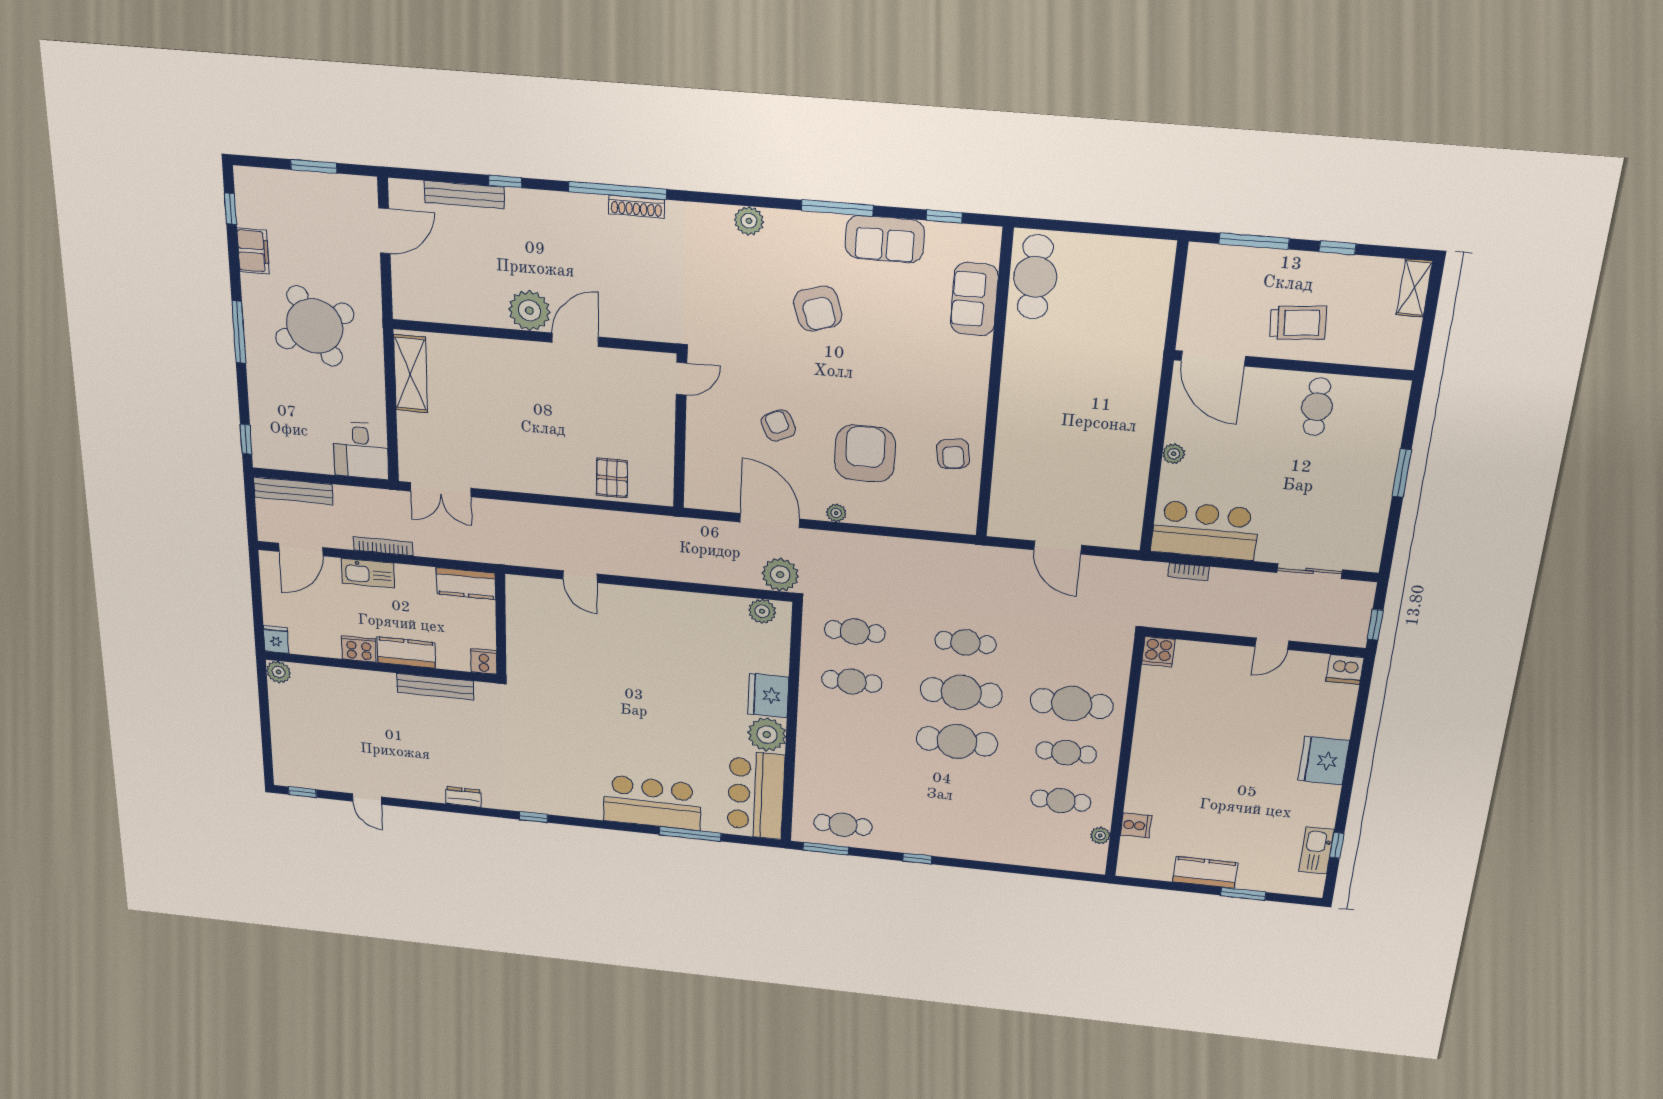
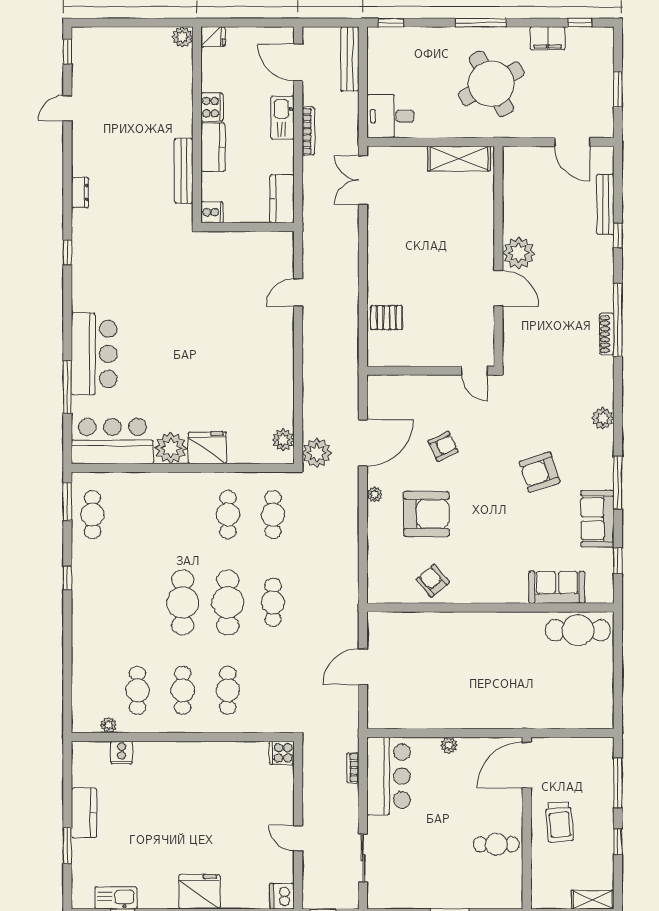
armchair: (953, 454) -> (433, 581), turned 58
cafe table: (1072, 704) -> (228, 690), width x0.73, depth x0.74

